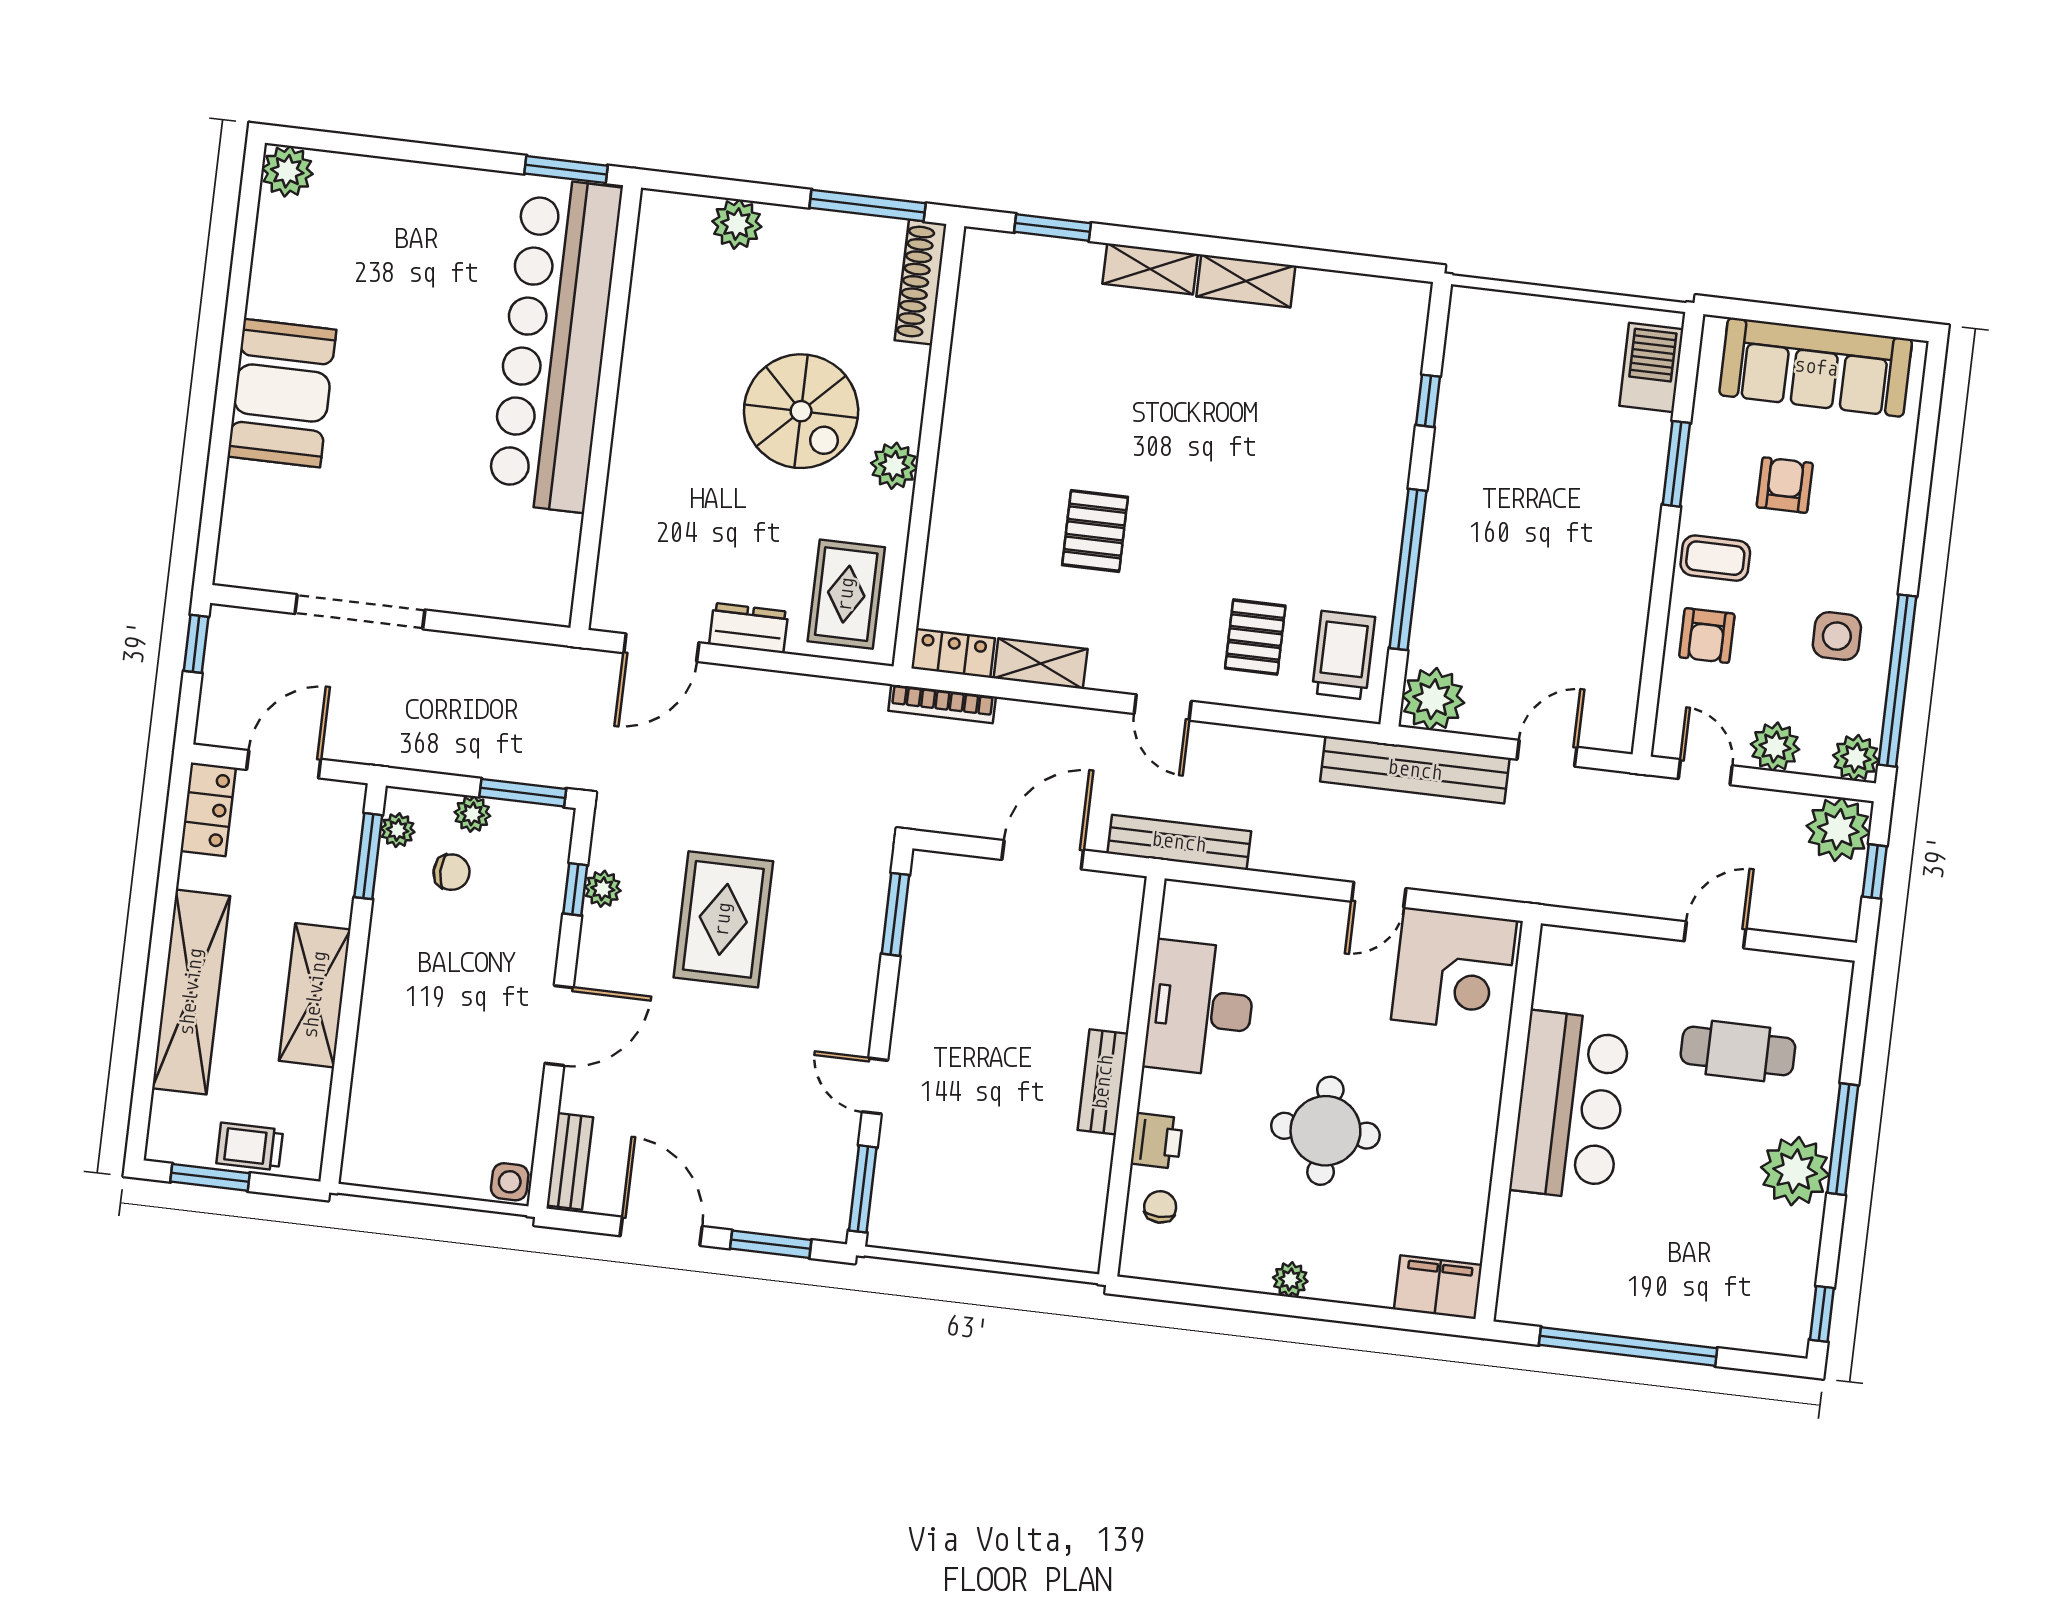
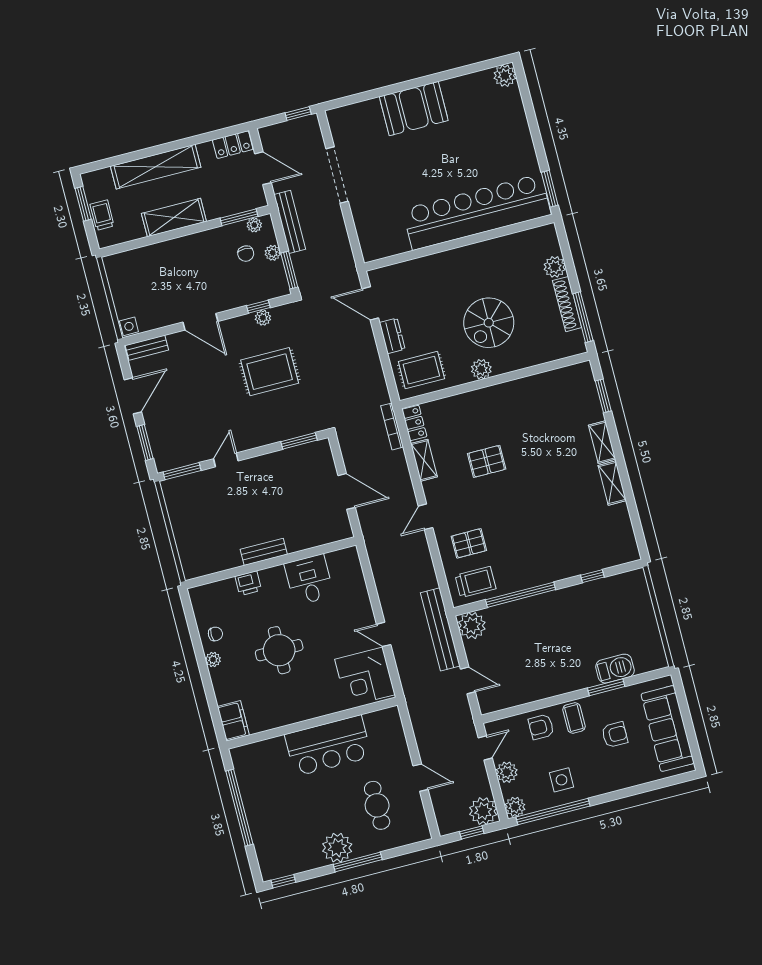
shoe rack: (921, 282) -> (567, 304), moved, turned -90
barbecue: (1651, 368) -> (615, 669), moved
bench: (1179, 842) -> (290, 222), moved
desk: (1200, 1008) -> (309, 580), width x0.73
chair: (1160, 1207) -> (215, 634), moved

